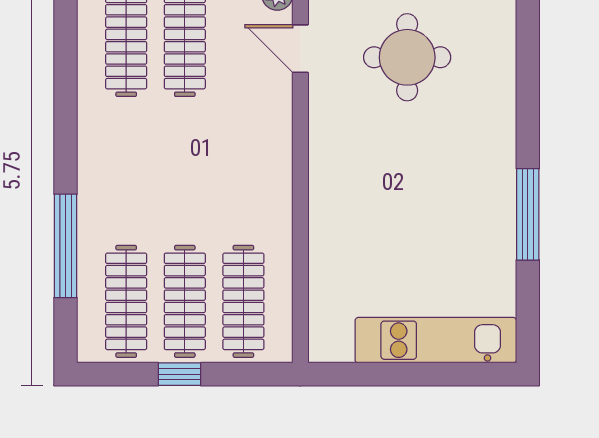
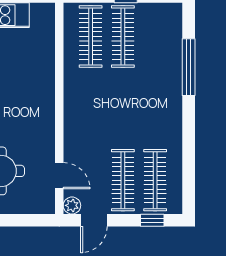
clothes rail: (126, 301) -> (155, 36), removed

